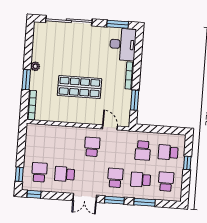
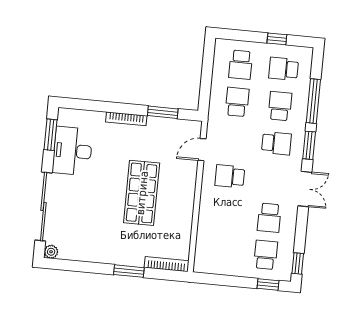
desk: (123, 44) -> (72, 151), moved, turned -90
plant: (35, 66) -> (51, 252), moved
school desk: (143, 151) -> (237, 102), turned -90
window: (187, 163) -> (277, 39), moved
school desk: (39, 172) -> (266, 255), turned 90
school desk: (115, 178) -> (276, 143), turned 180
school desk: (141, 180) -> (280, 106), turned 180
window: (144, 202) -> (313, 101), width x1.44

